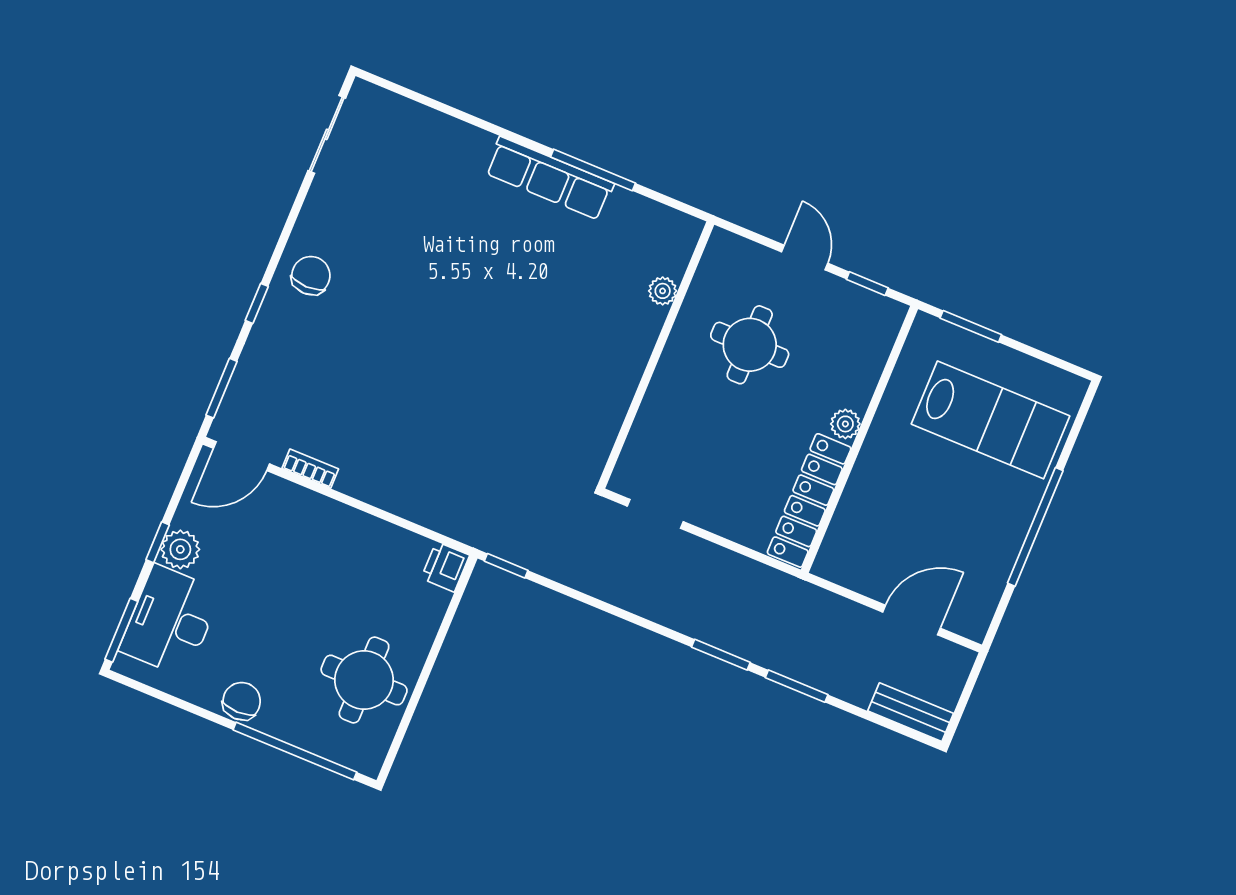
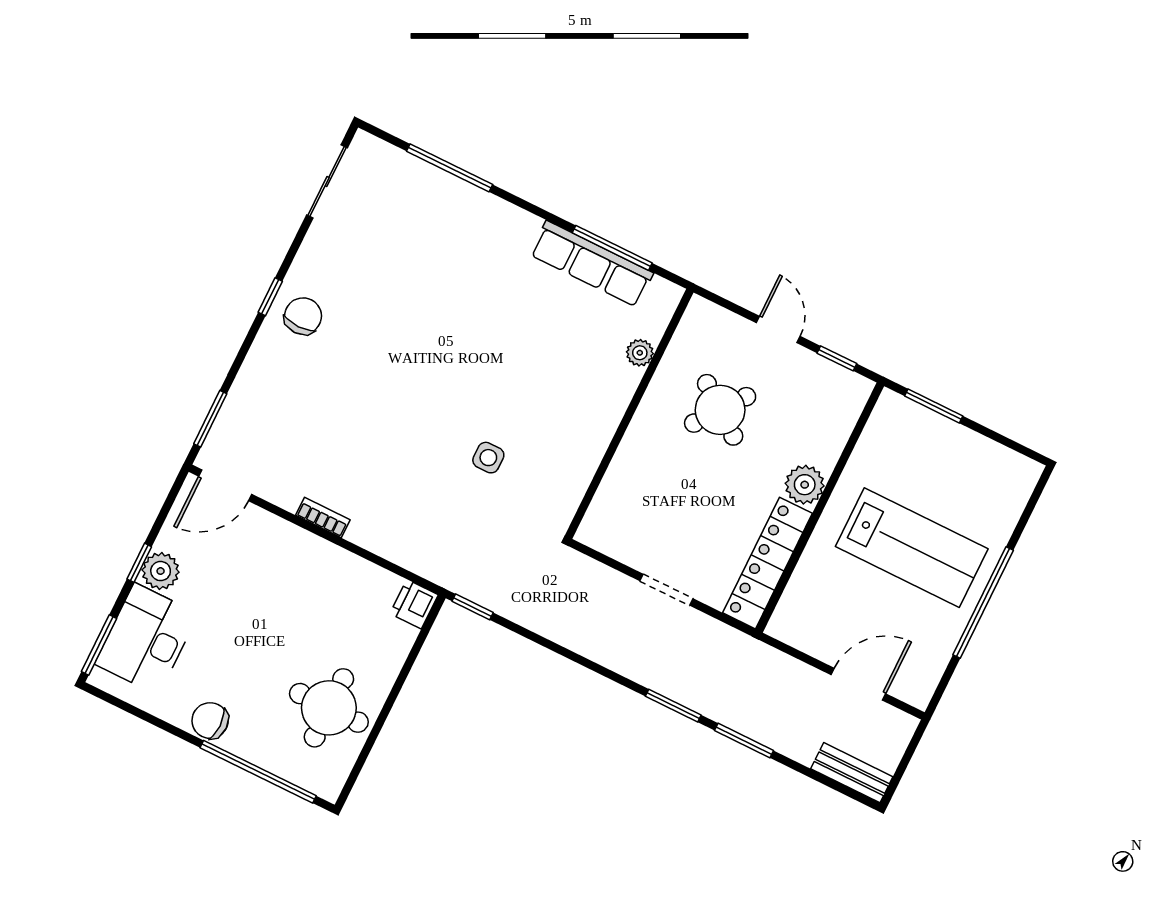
window: (453, 112) -> (450, 168), added
window: (593, 170) -> (612, 248), moved
row of seats: (550, 178) -> (592, 264), moved
window: (257, 303) -> (270, 297), moved
round table: (750, 345) -> (720, 410), turned 37
side table: (513, 410) -> (488, 458), added
lab bench: (990, 420) -> (912, 548), moved
plant: (845, 424) -> (805, 485), width x1.38, depth x1.38
bookcase: (310, 469) -> (323, 517), moved
doorway: (655, 514) -> (667, 590), moved
chair: (242, 701) -> (210, 721), turned -90

